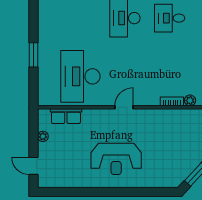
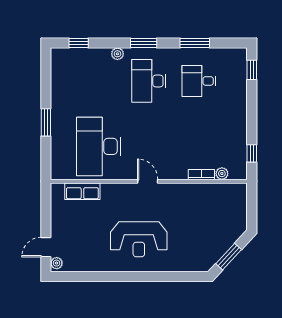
door: (124, 107) -> (148, 181), hinge flipped
plant: (43, 136) -> (57, 263), moved
door: (33, 166) -> (46, 247), hinge flipped

